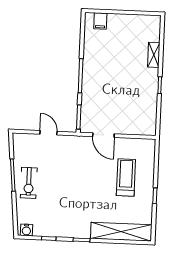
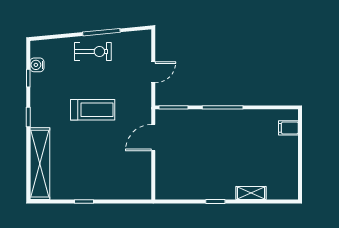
treadmill: (126, 177) -> (93, 110), moved
exercise bike: (29, 183) -> (93, 51), turned 180
water cooler: (26, 230) -> (37, 65), moved

